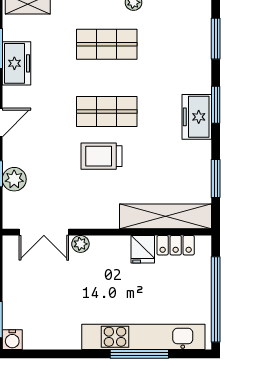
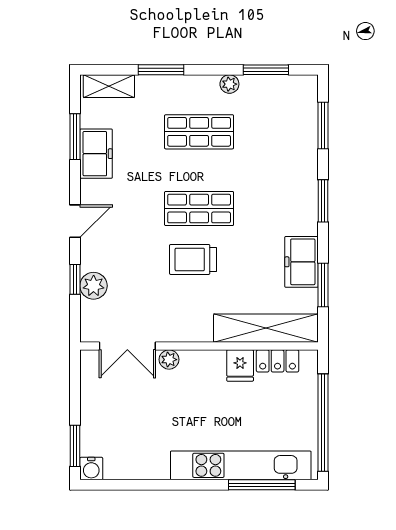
freezer: (197, 117) -> (302, 262), moved
window: (139, 354) -> (262, 485), moved

